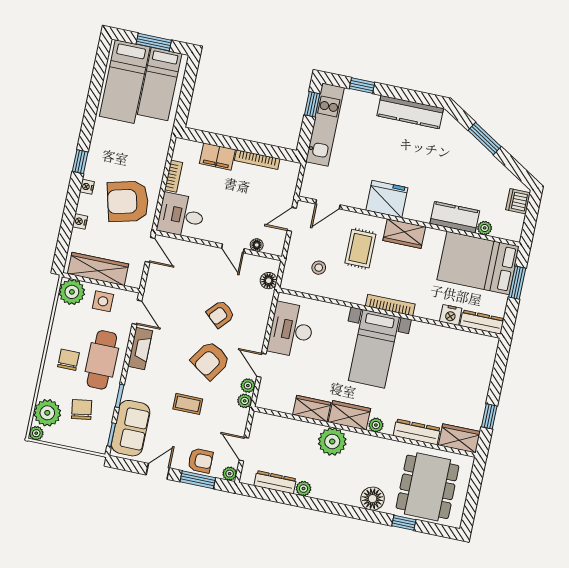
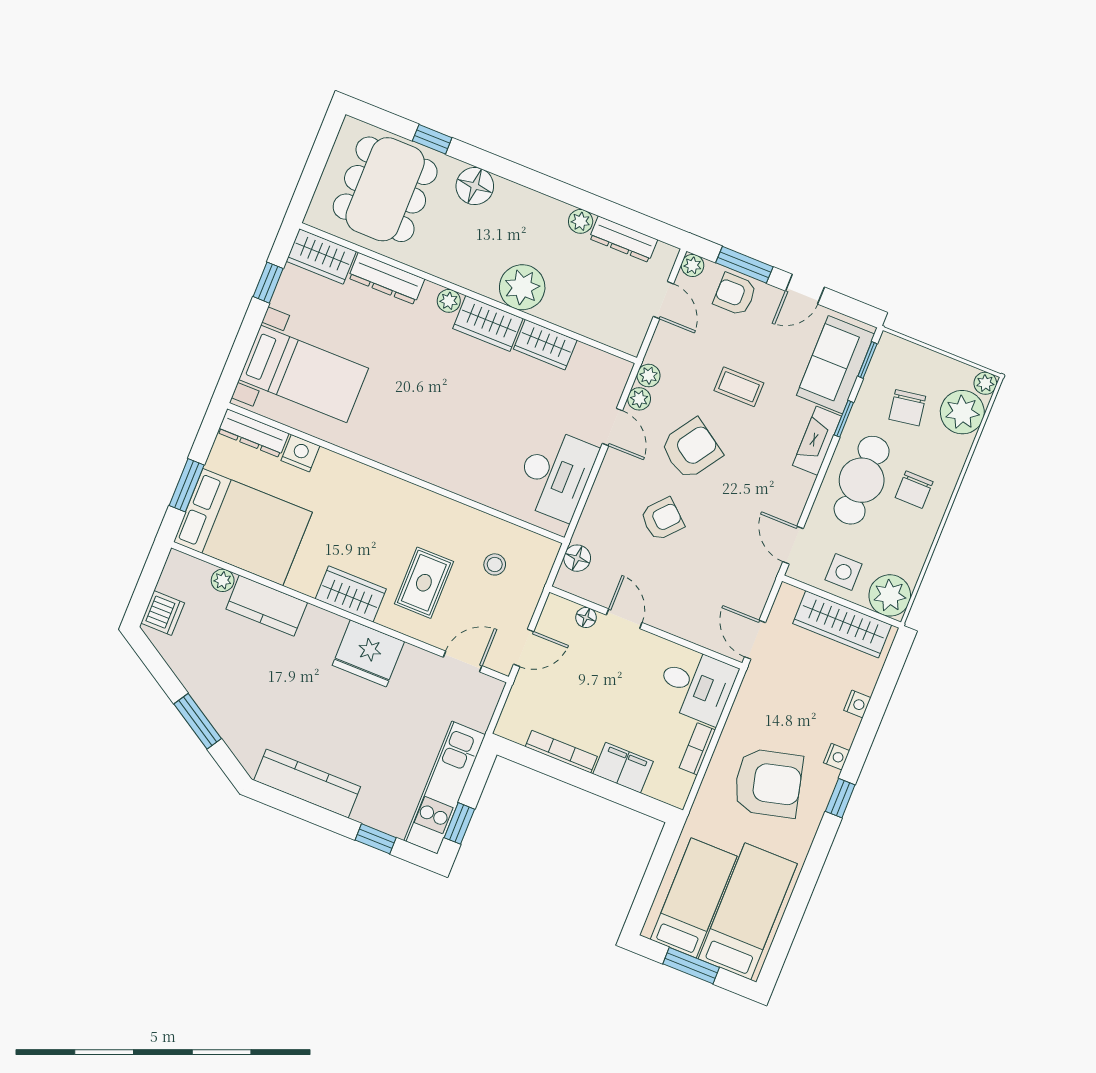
armchair: (128, 201) -> (768, 783), moved
bookcase: (390, 305) -> (393, 486), removed
fireplace: (140, 348) -> (817, 441), moved
bed with nightstands: (374, 349) -> (304, 374), moved, turned 90

